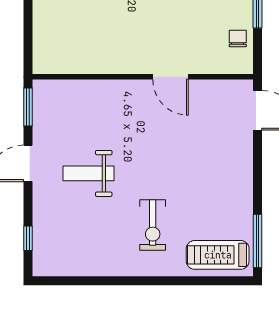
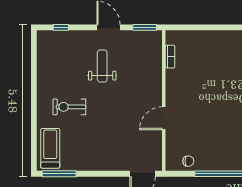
bookcase: (74, 67) -> (170, 57), added

